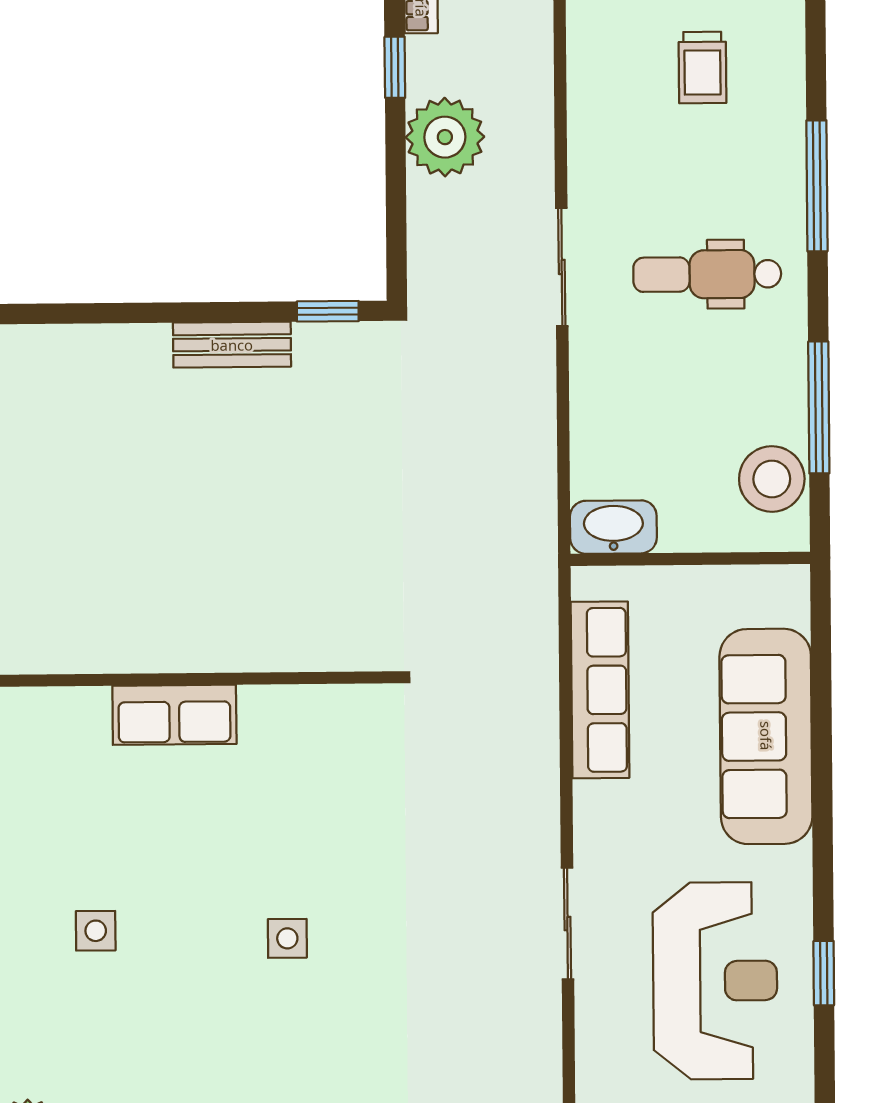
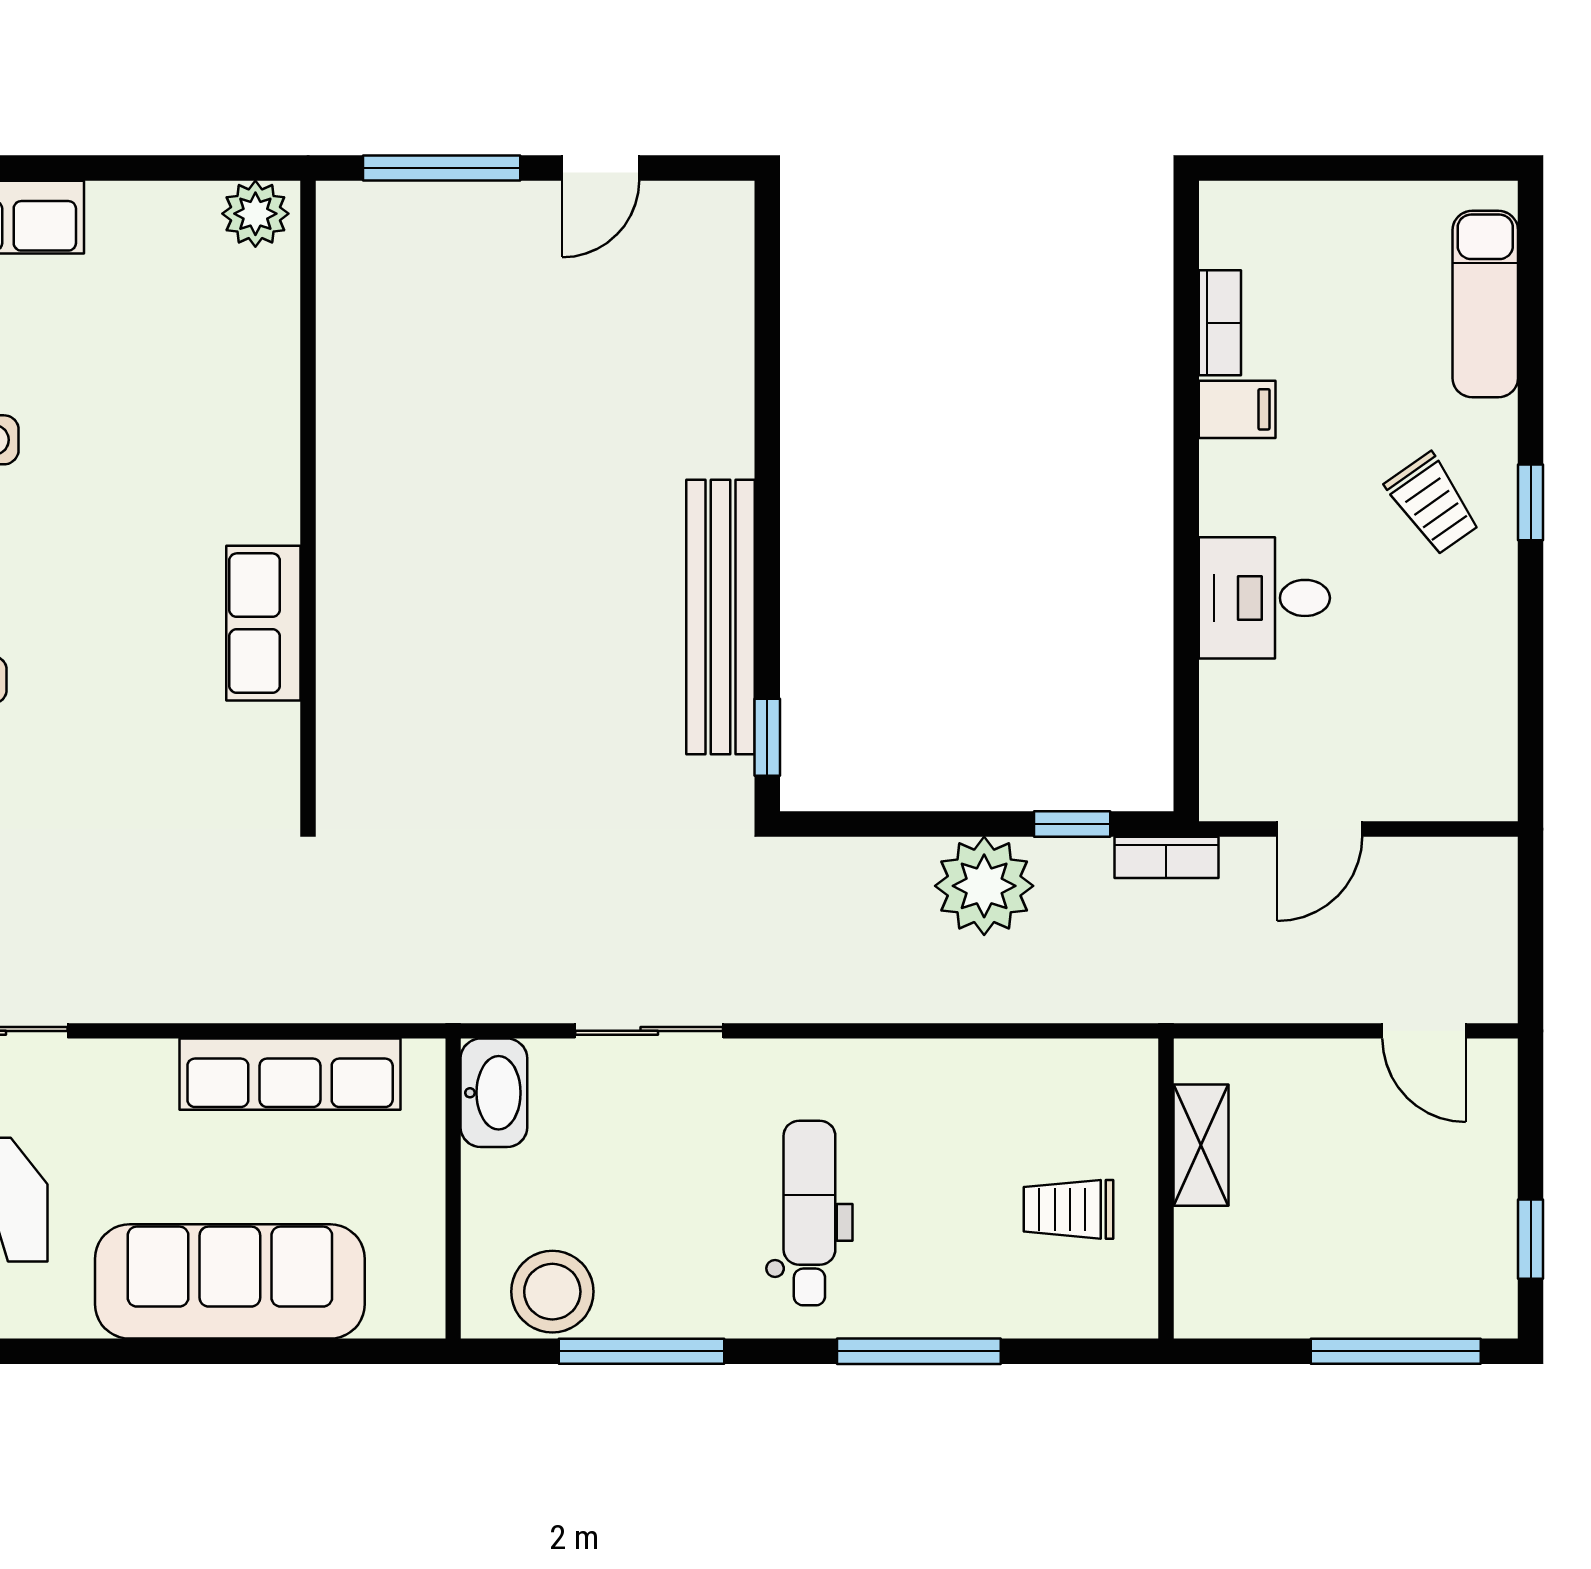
sliding door: (562, 267) -> (649, 1031), moved
bench: (232, 345) -> (720, 617), width x1.86, depth x1.21
row of seats: (174, 715) -> (263, 623), moved

